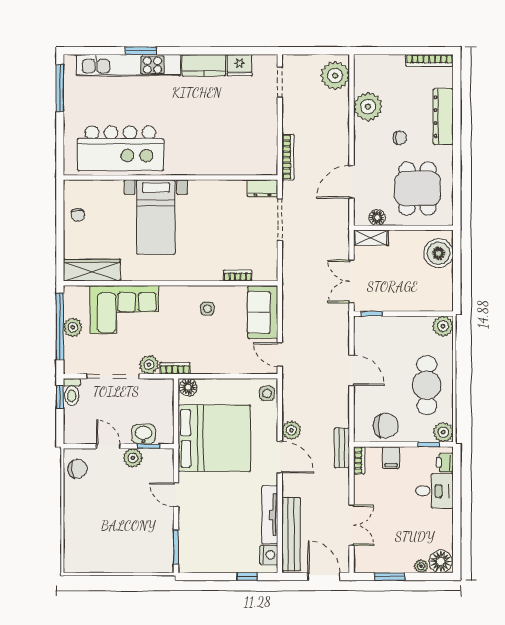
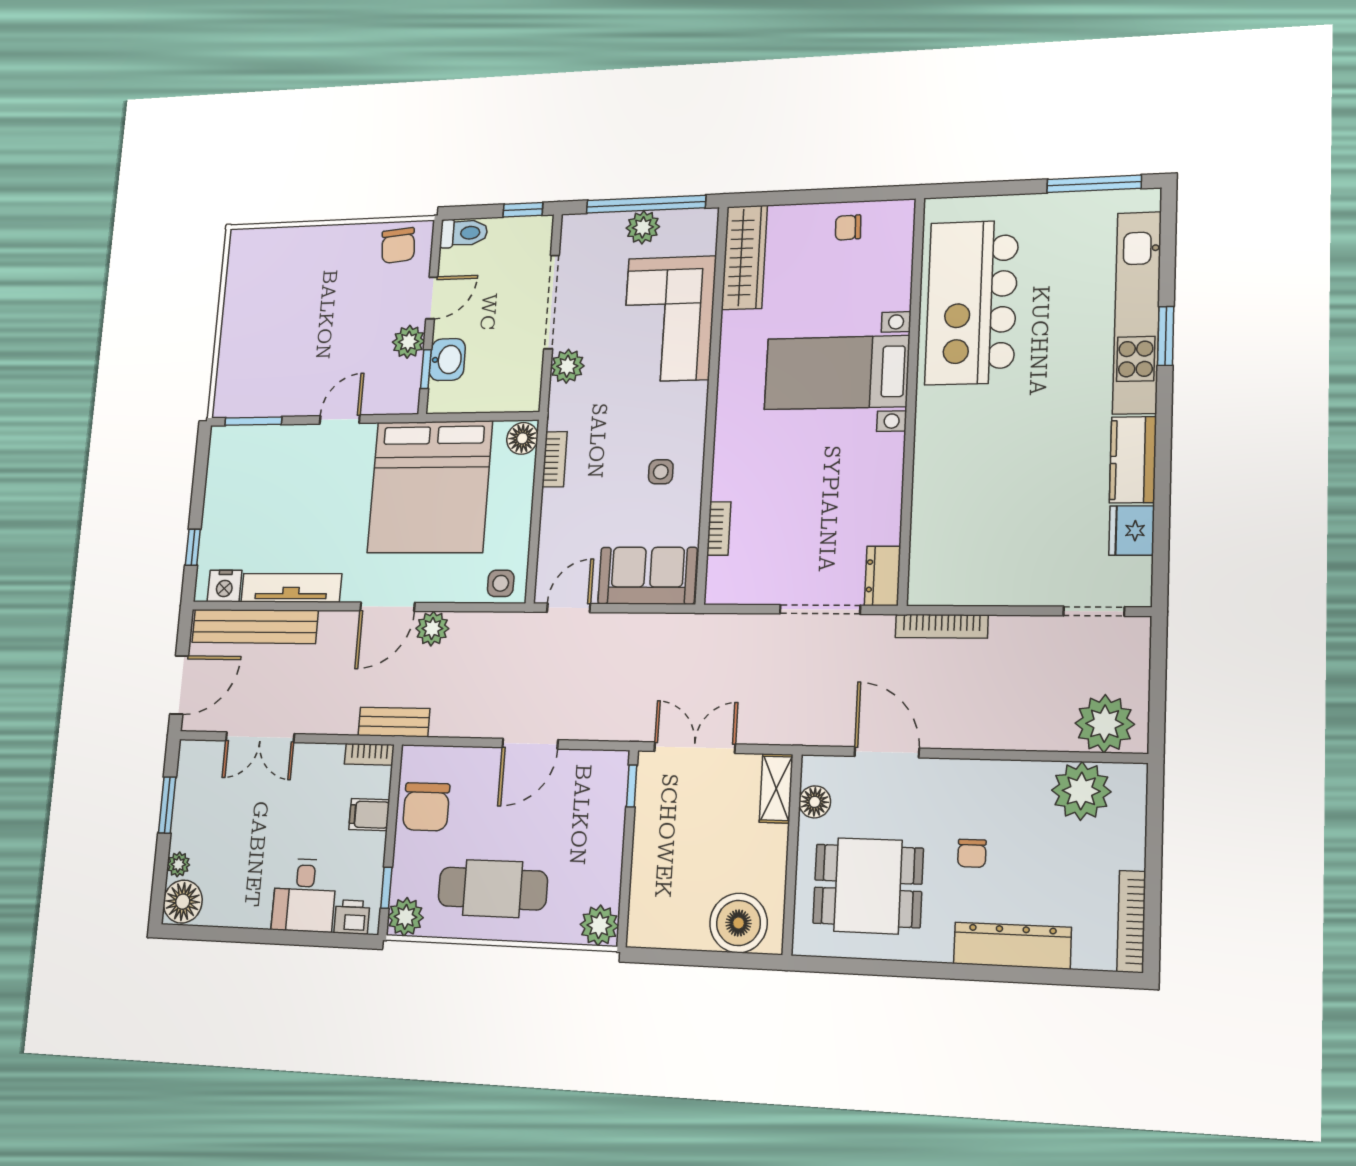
plant: (368, 107) -> (1081, 791), moved
bookcase: (175, 368) -> (555, 459), moved
toilet: (72, 392) -> (464, 233), moved, turned 180

